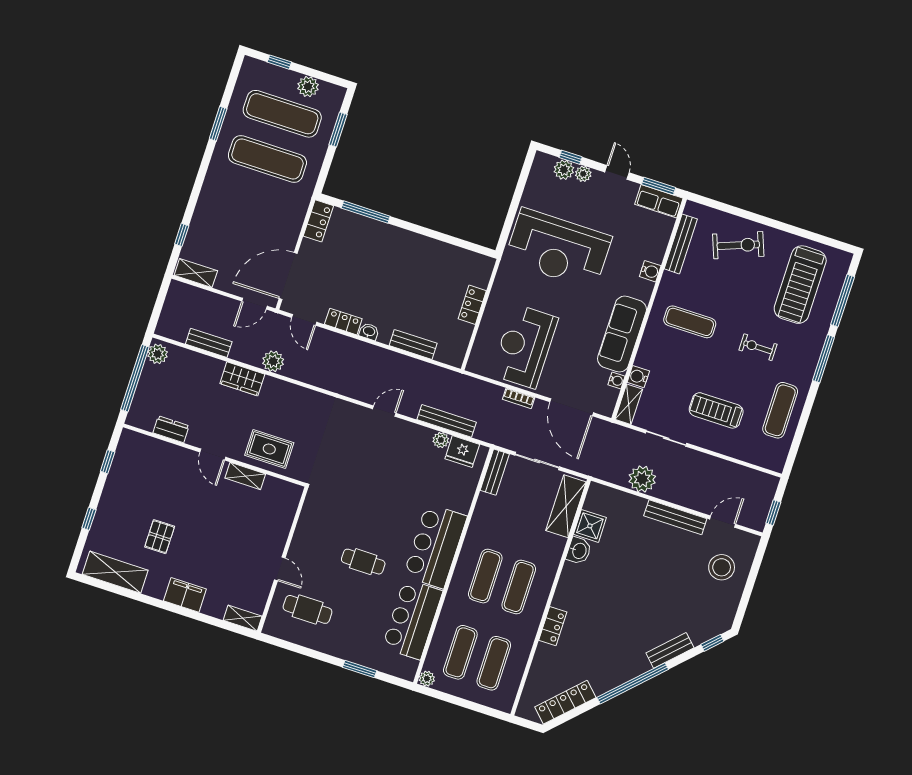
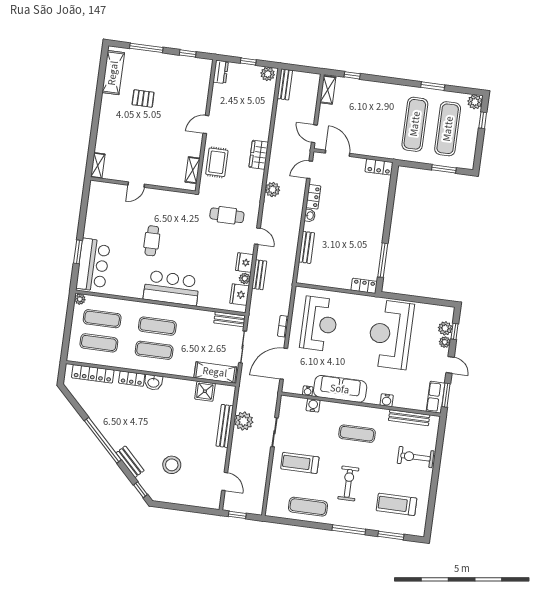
plant: (308, 87) -> (475, 102), moved
door: (617, 172) -> (450, 365), hinge flipped
window: (366, 212) -> (383, 260), moved
exercise bike: (738, 245) -> (416, 457), turned 111
door: (288, 276) -> (338, 153), width x0.73
treadmill: (800, 285) -> (397, 504), width x0.73, depth x0.73
window: (843, 301) -> (391, 535), width x0.69
locker: (472, 305) -> (364, 286), moved
exercise mat: (690, 322) -> (357, 434), turned 90
bench: (209, 343) -> (285, 84), moved
reception desk: (525, 346) -> (319, 324), turned 90
exercise bike: (758, 347) -> (348, 483), width x1.38, depth x1.39
plant: (273, 361) -> (273, 189), moved
window: (135, 378) -> (248, 61), width x0.32
wardrobe: (242, 379) -> (259, 155), moved
shelving: (629, 404) -> (293, 402), removed
treadmill: (716, 410) -> (300, 463), turned -90
bench: (447, 421) -> (259, 275), width x0.73
dresser: (171, 429) -> (221, 72), moved
fridge: (418, 436) -> (245, 263), added
shelving: (245, 476) -> (193, 170), moved
bench: (675, 517) -> (225, 426), moved
window: (89, 519) -> (146, 48), width x2.17
washbasin: (579, 551) -> (153, 382), moved
stool: (722, 567) -> (172, 465), moved
filing cabinet: (185, 595) -> (106, 123), removed
cafe table: (308, 609) -> (227, 215), moved, turned 90
bar counter: (412, 619) -> (93, 265), moved, turned 90
locker: (565, 702) -> (93, 374), moved, turned 135

